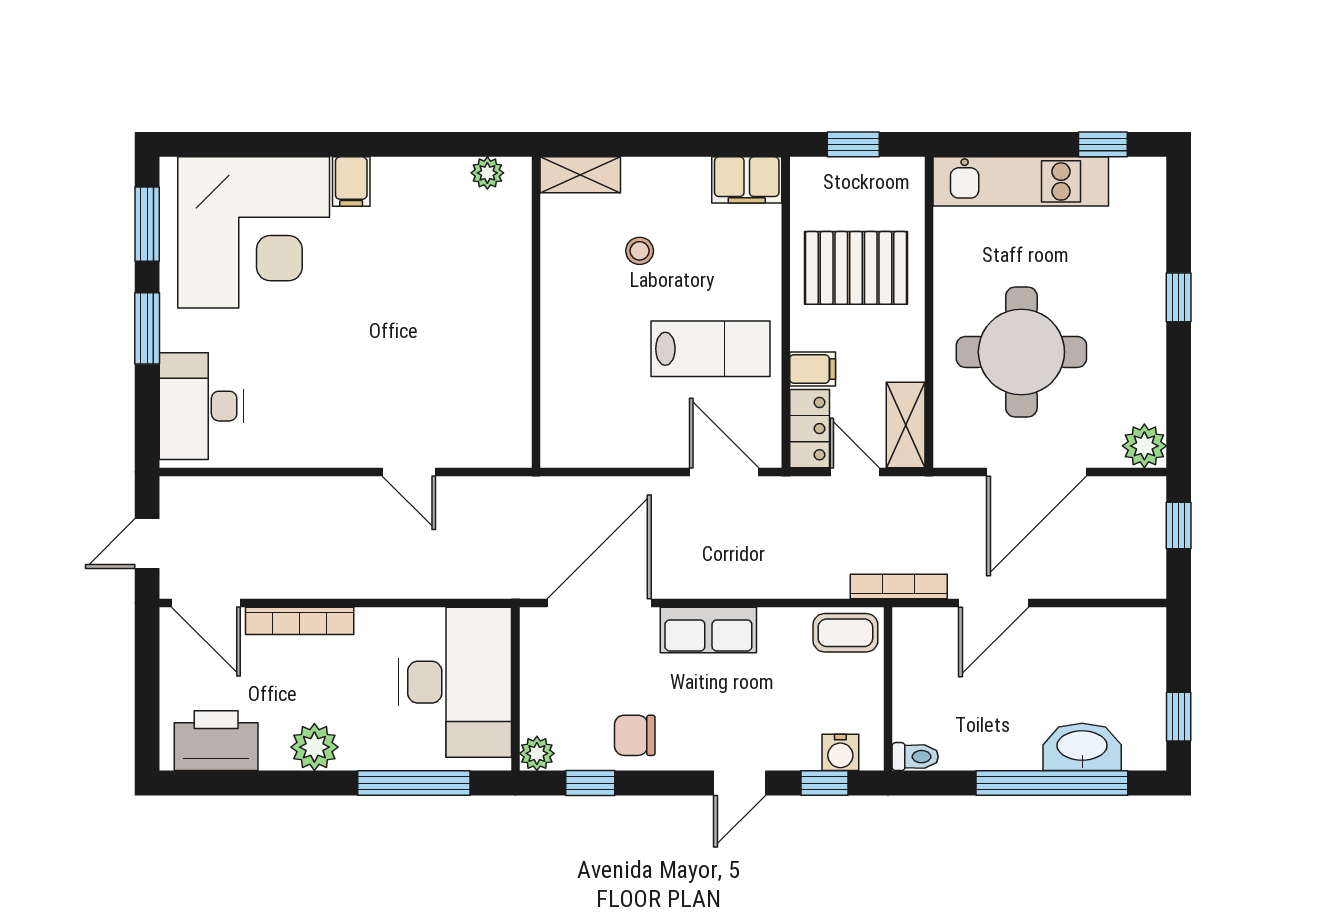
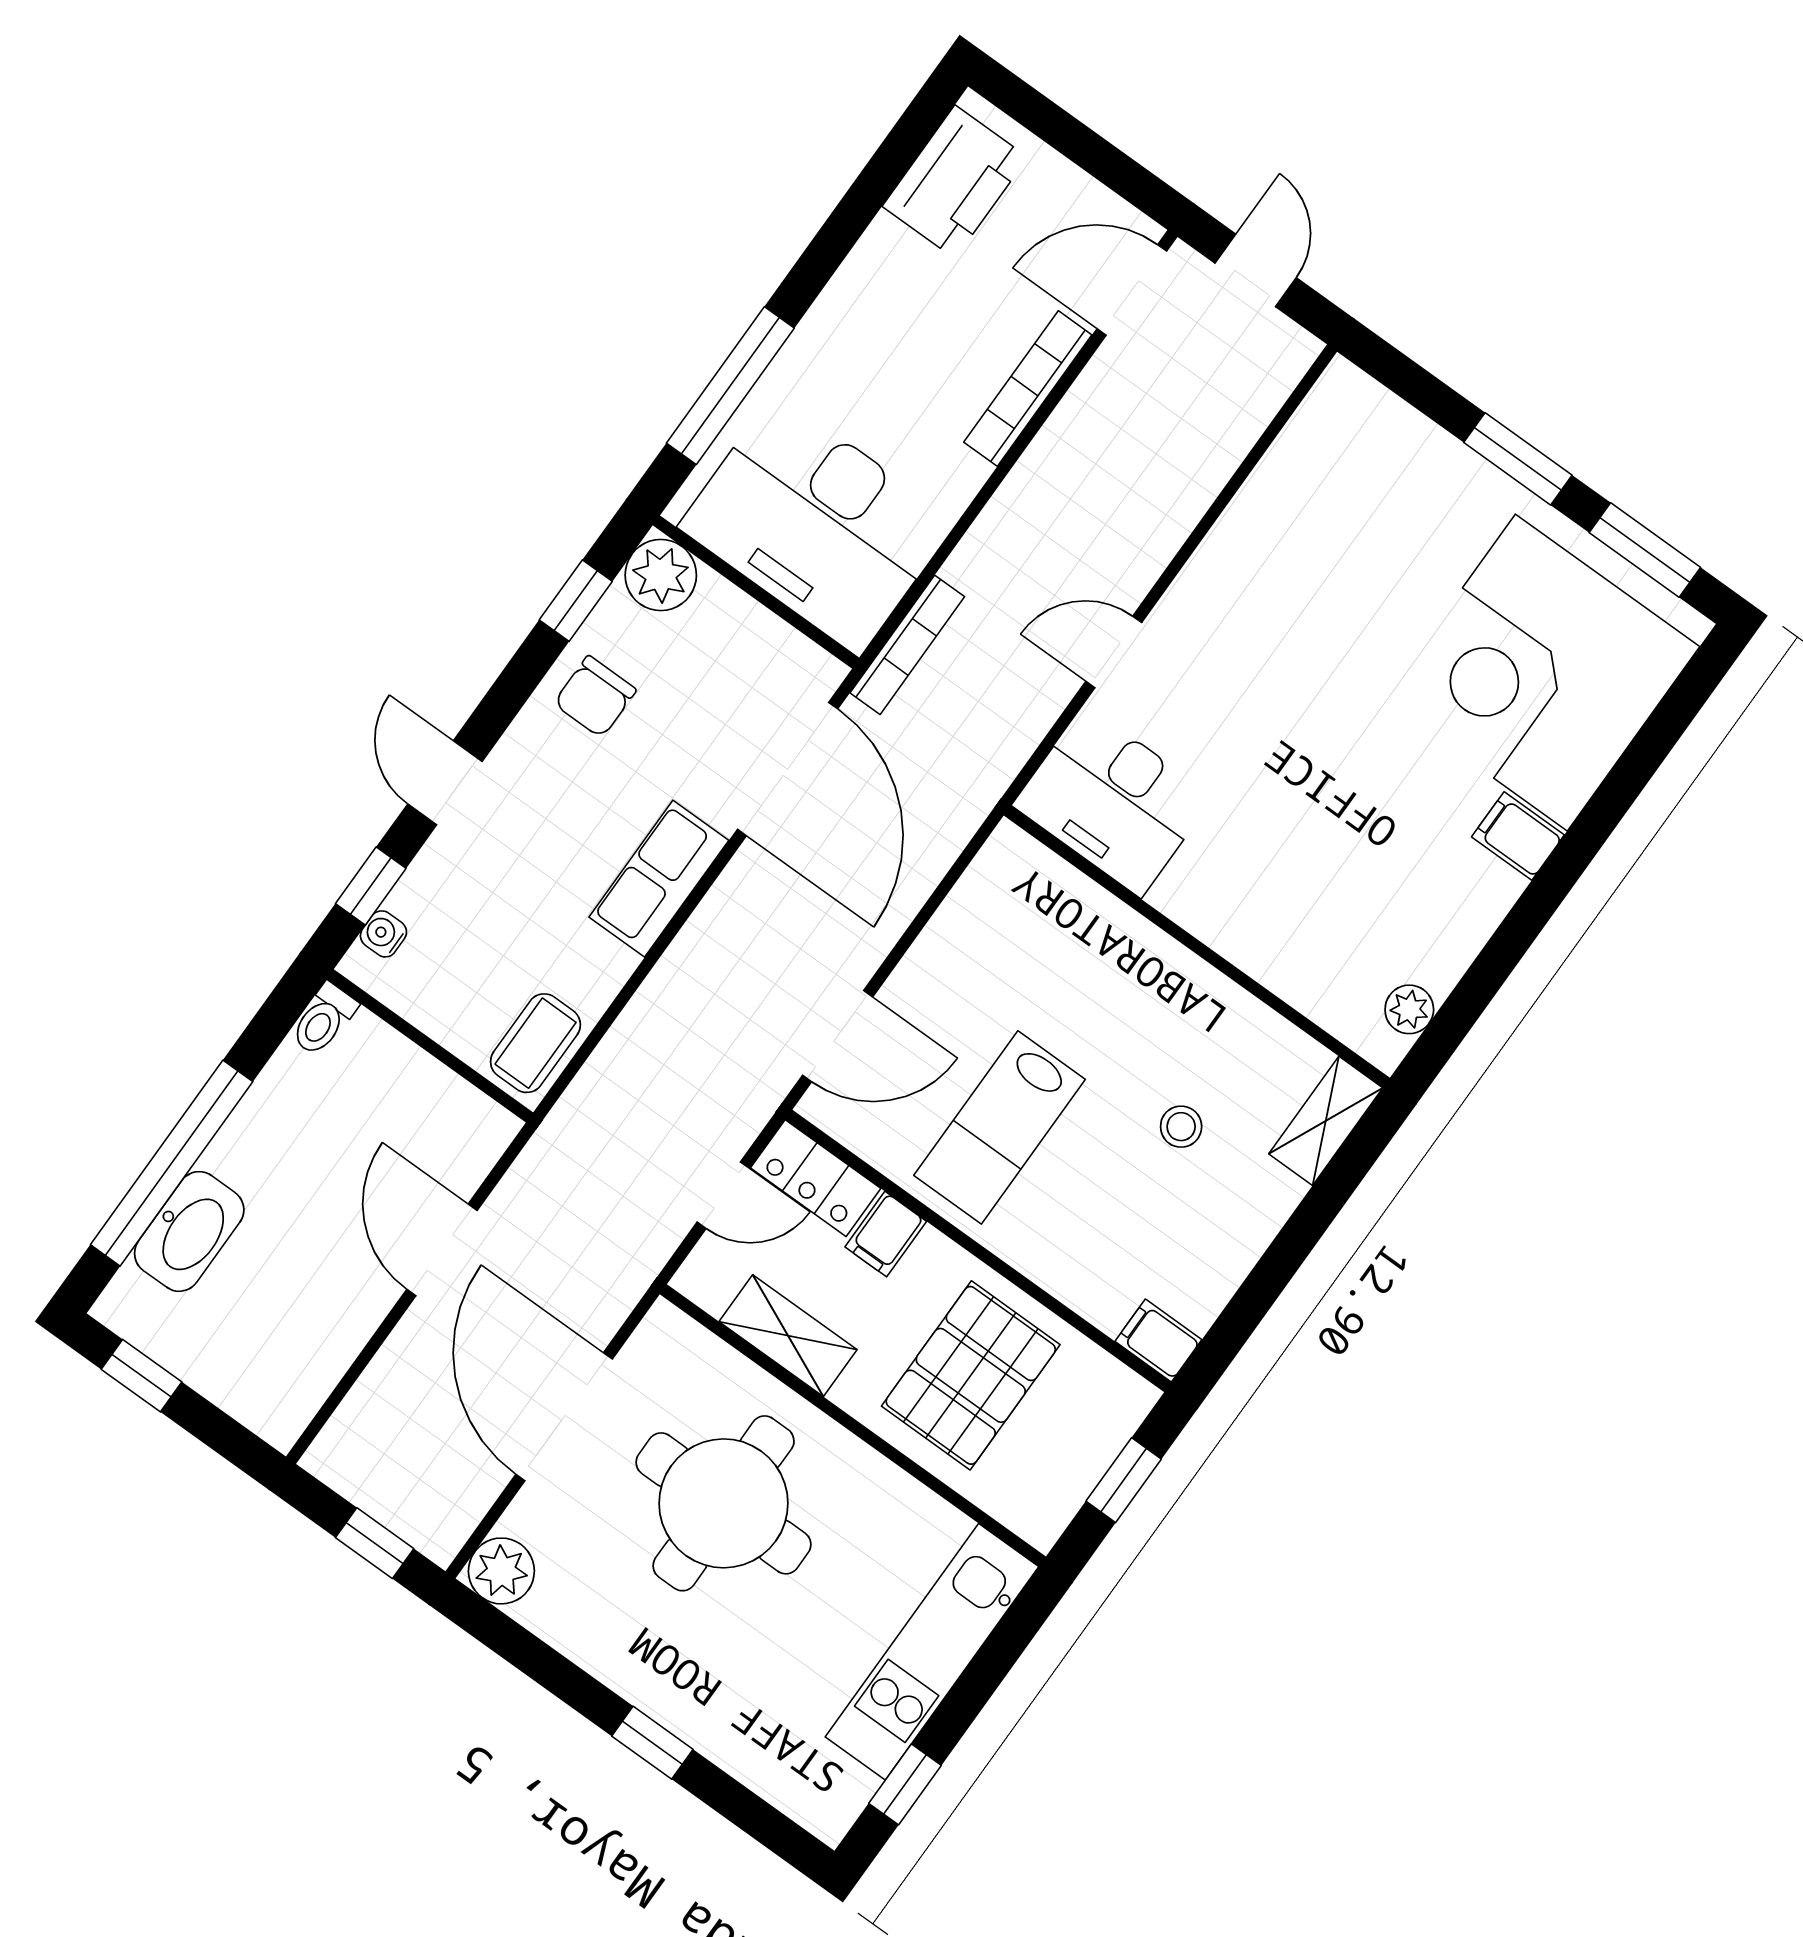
filing cabinet: (747, 180) -> (1158, 1341), width x0.50
desk: (201, 406) -> (1113, 801), moved, turned 180
shelving: (906, 425) -> (788, 1336), moved
bookcase: (899, 586) -> (907, 645), moved
chair: (635, 735) -> (595, 697), turned 180
plant: (314, 747) -> (861, 296), removed
water cooler: (840, 752) -> (383, 934), width x0.72, depth x0.72
plant: (537, 753) -> (661, 575), width x1.38, depth x1.38

